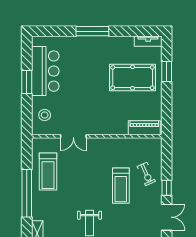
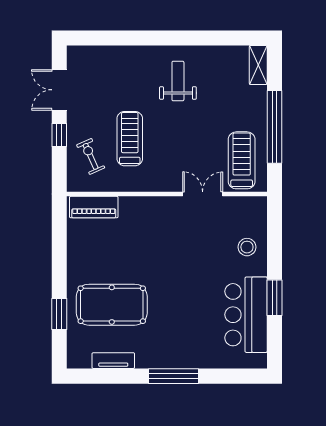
tv unit: (148, 41) -> (113, 361), moved
piano: (144, 128) -> (94, 207), moved
double door: (73, 136) -> (203, 194), moved
wall: (97, 136) -> (167, 194), moved

